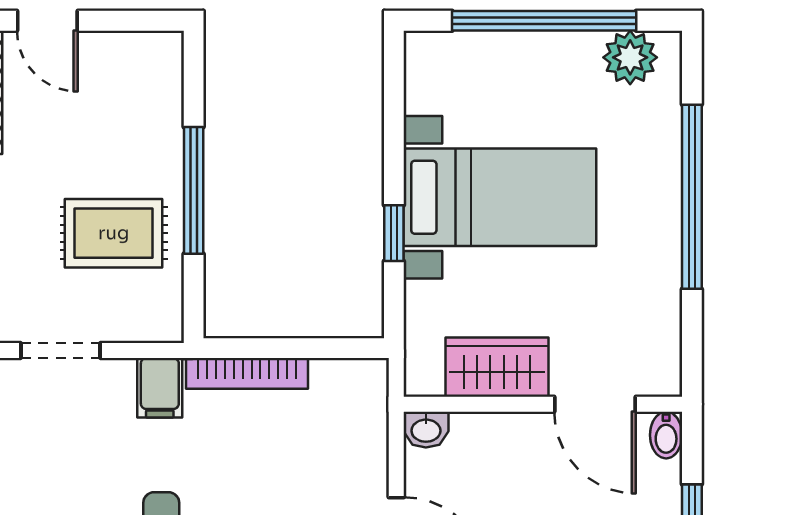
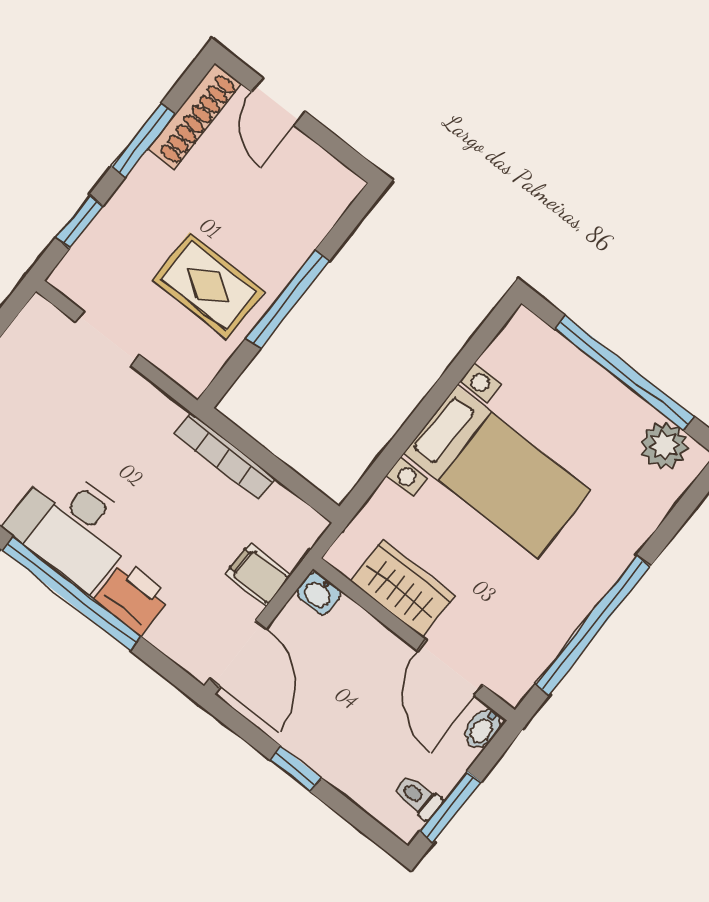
window: (692, 197) -> (593, 625), moved
window: (394, 233) -> (404, 439), removed
filing cabinet: (160, 388) -> (258, 575), moved, turned 90

